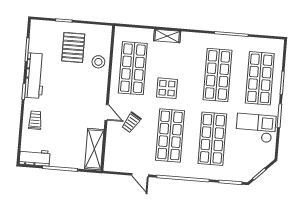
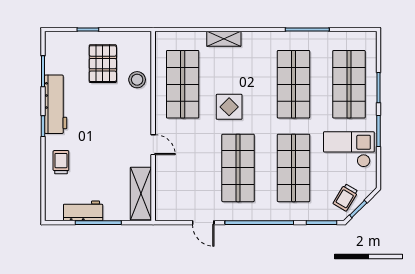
trolley: (131, 122) -> (346, 197), moved
workbench: (35, 158) -> (83, 211), moved

